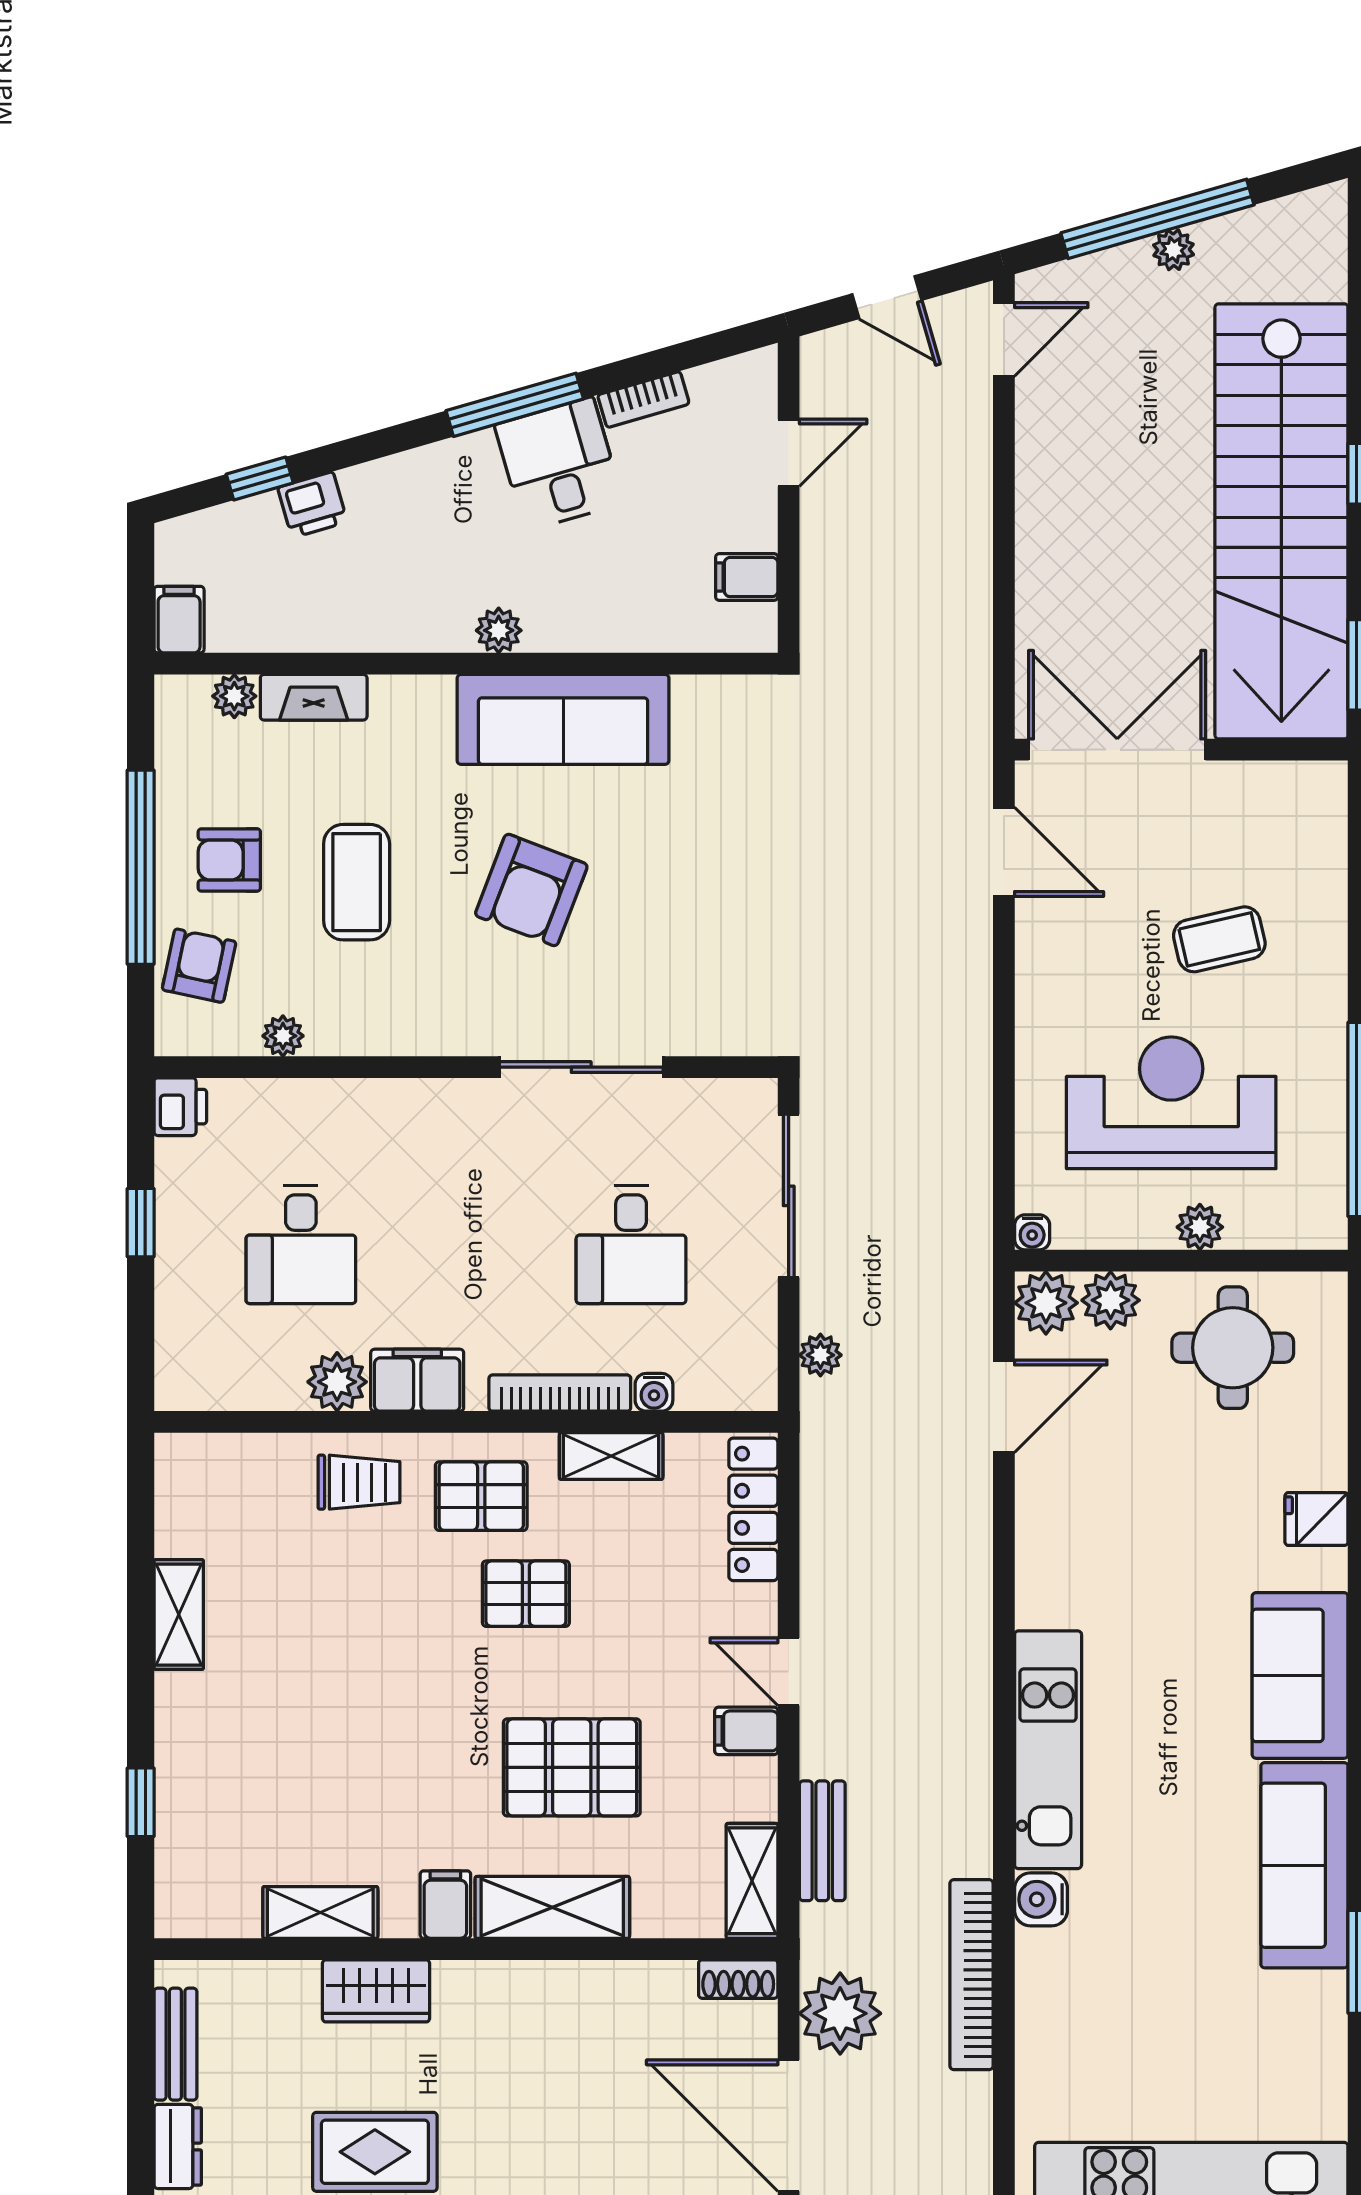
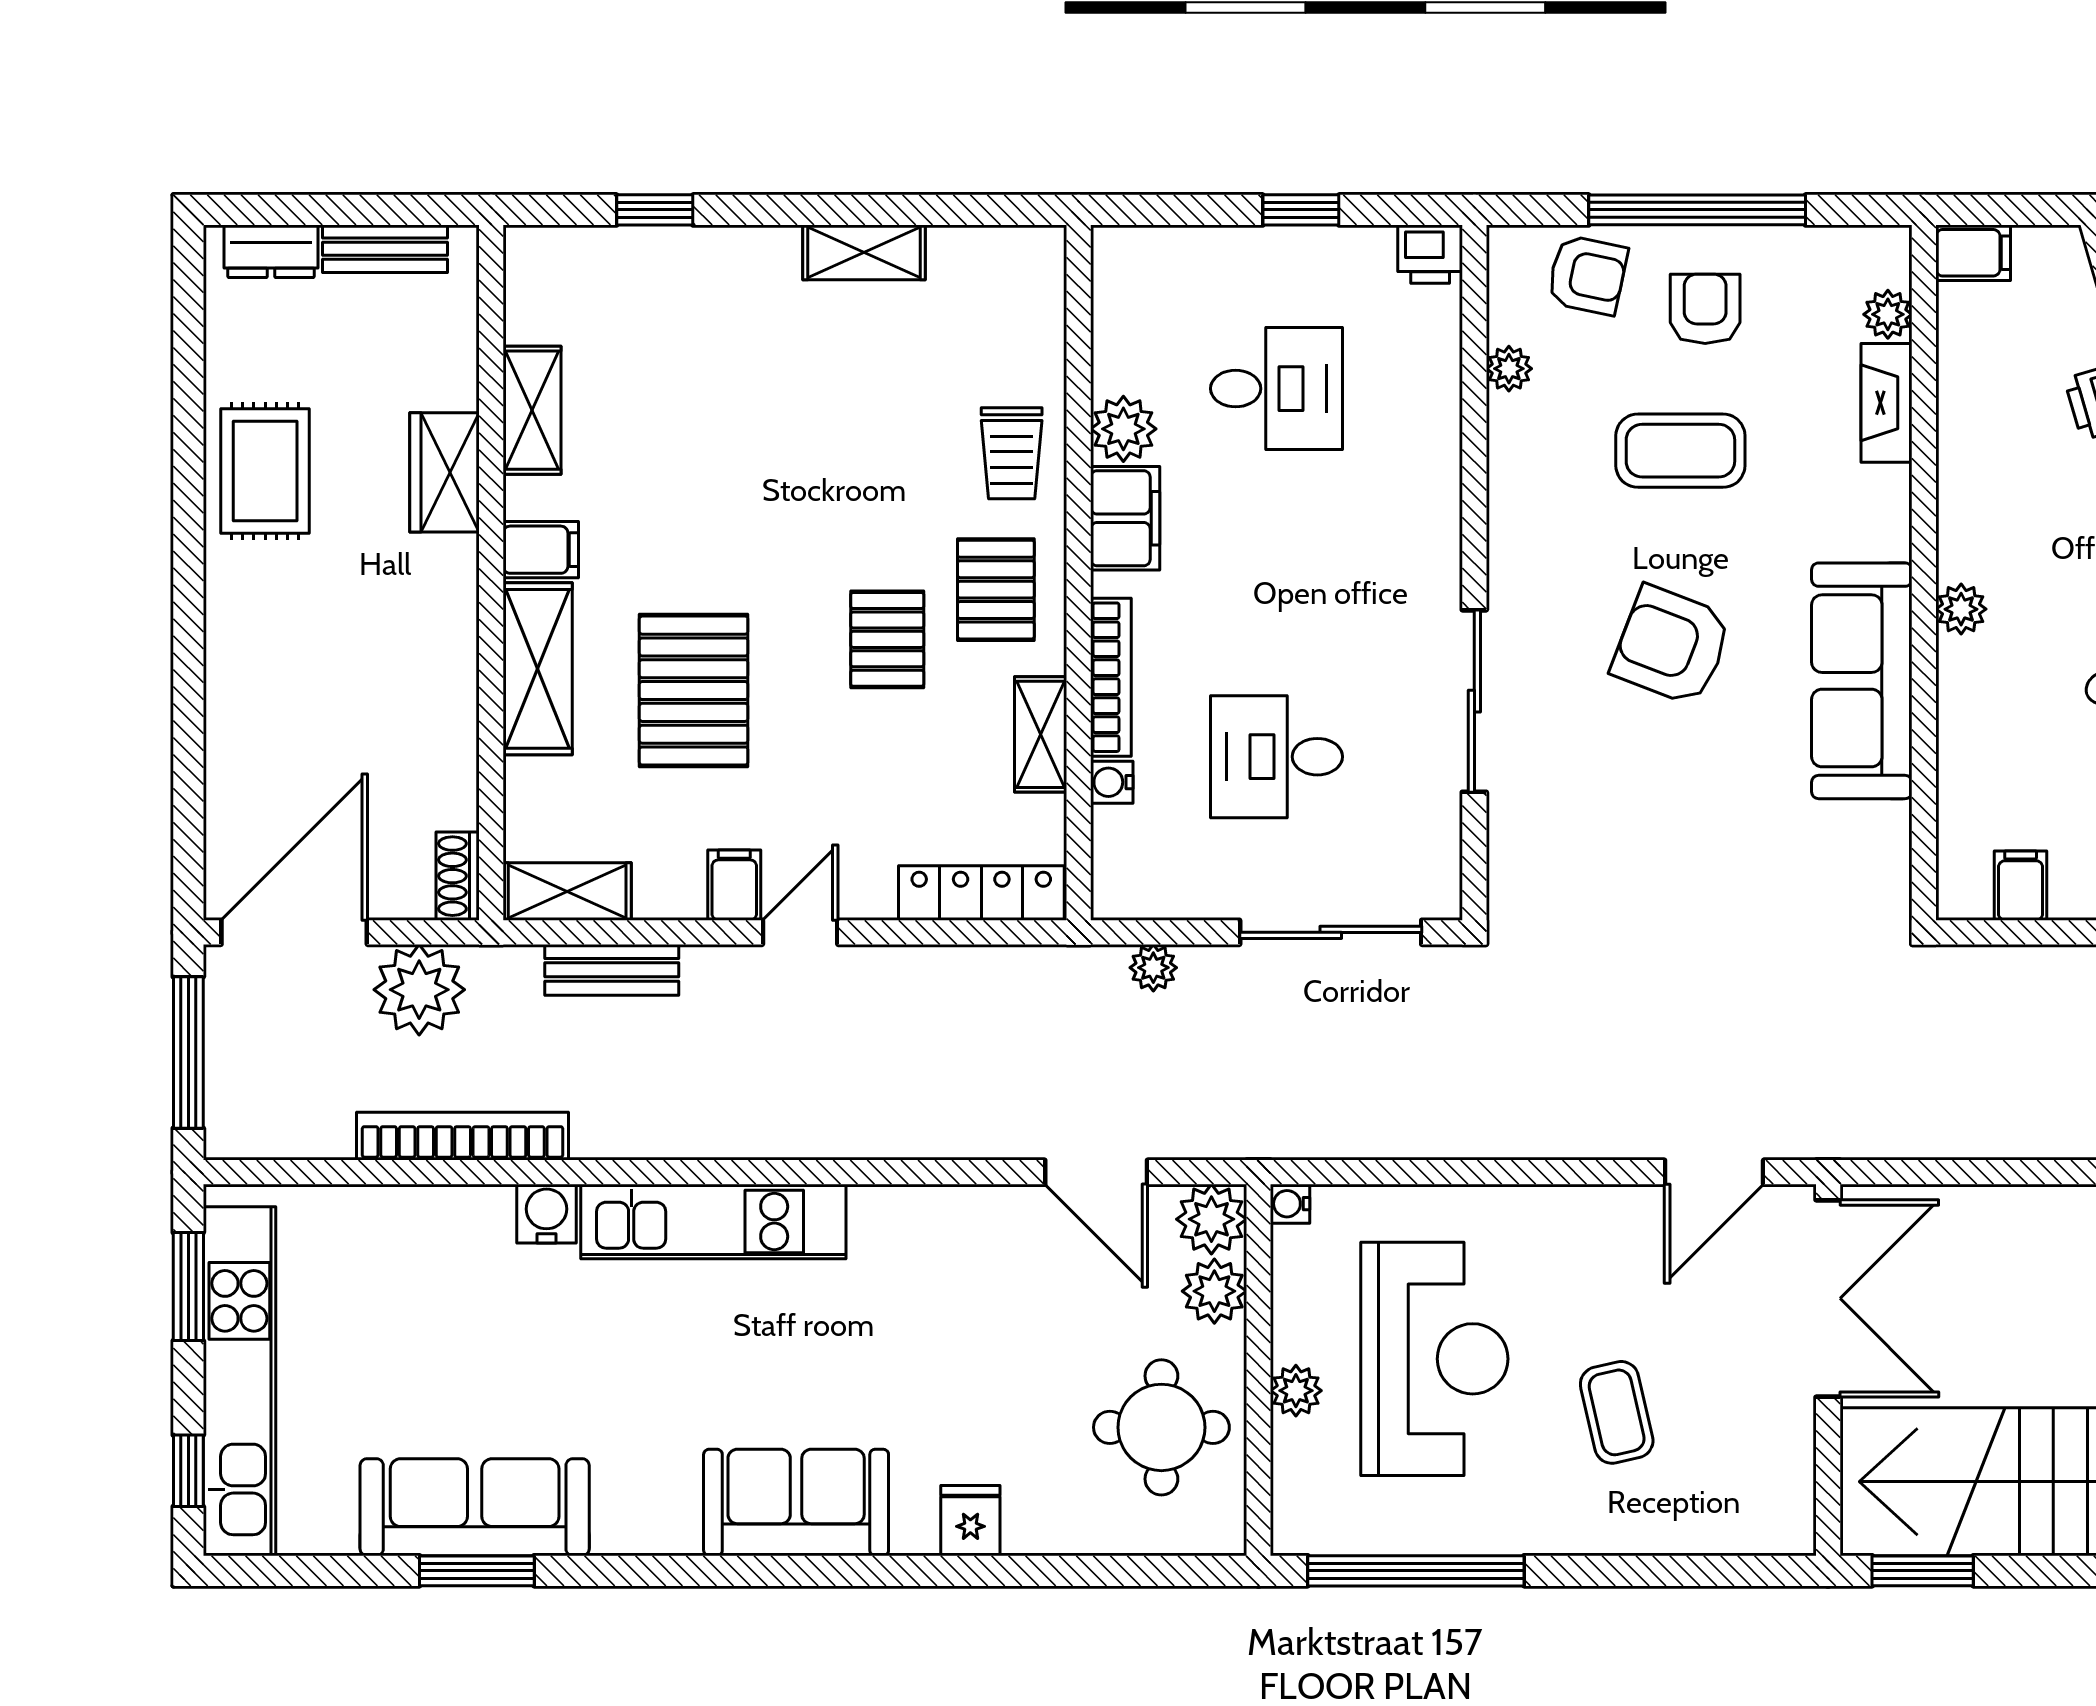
desk: (301, 1244) -> (1276, 389), turned 180
sofa: (1304, 1865) -> (475, 1507), moved

